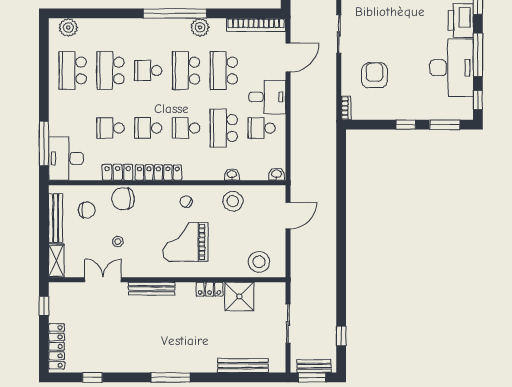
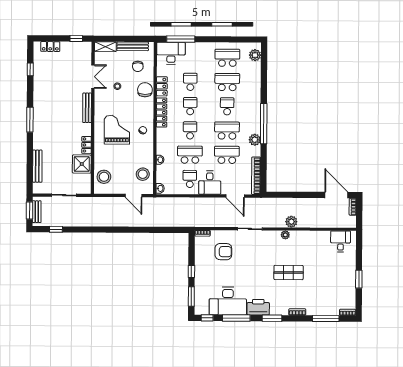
stool: (233, 201) -> (143, 174), moved
locker: (57, 346) -> (50, 47), width x0.66

